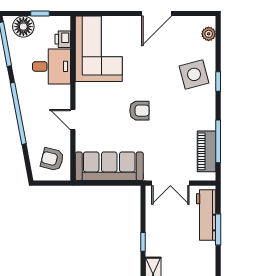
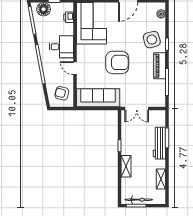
desk: (51, 66) -> (61, 47), moved
armchair: (139, 111) -> (117, 62), width x1.88, depth x1.88
piano: (206, 151) -> (160, 66), moved
workbench: (206, 215) -> (159, 143), moved

